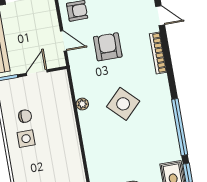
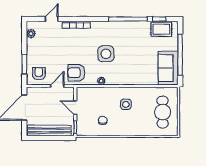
armchair: (108, 47) -> (76, 73), moved
side table: (123, 104) -> (106, 54), turned 45
side table: (26, 139) -> (126, 104), moved

